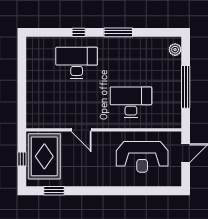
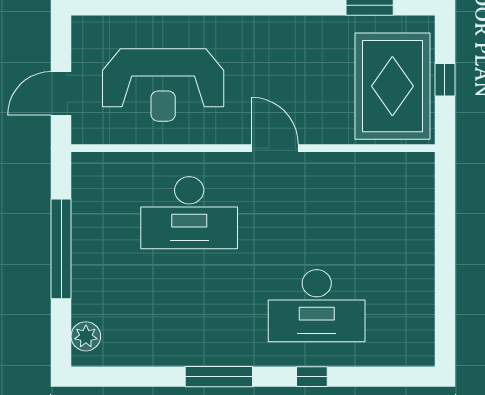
door: (81, 130) -> (275, 148), moved
reception desk: (142, 157) -> (163, 85), turned 180

